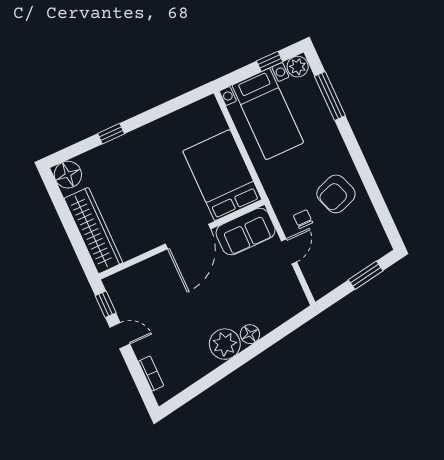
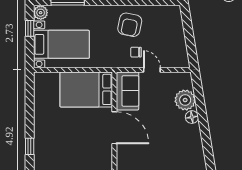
armchair: (336, 194) -> (130, 25), turned 32
window: (366, 275) -> (188, 29), removed
plant: (225, 344) -> (185, 100), moved

